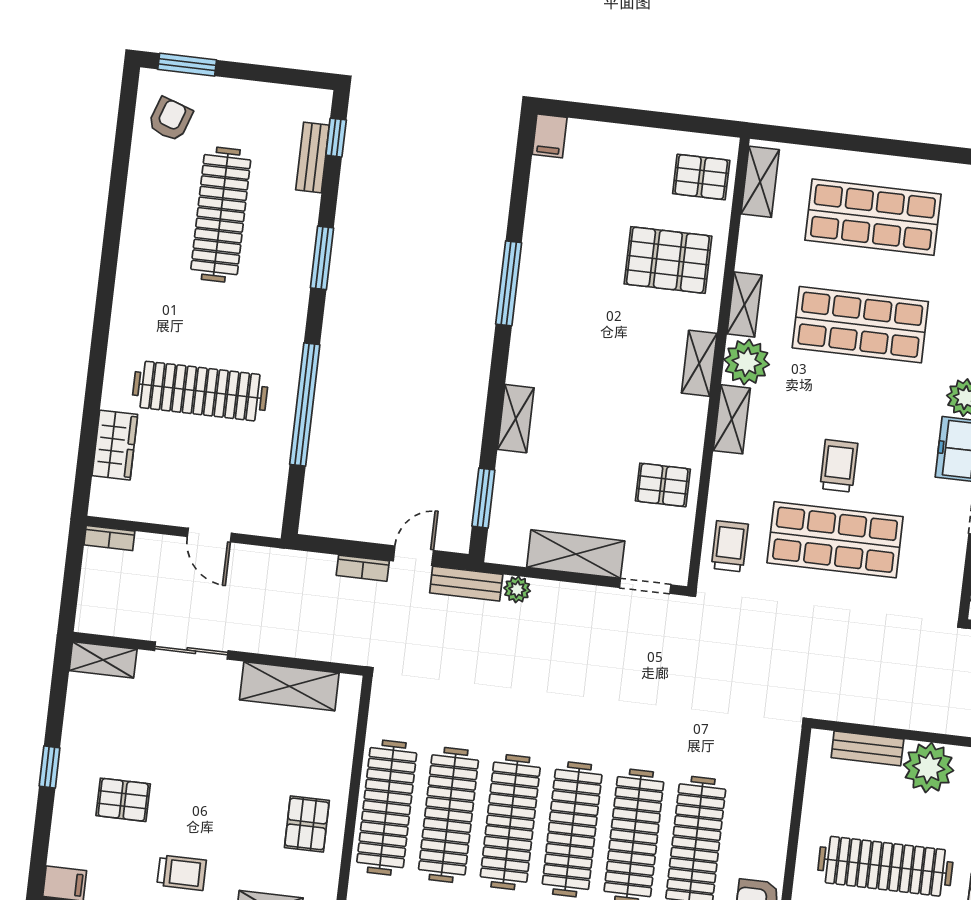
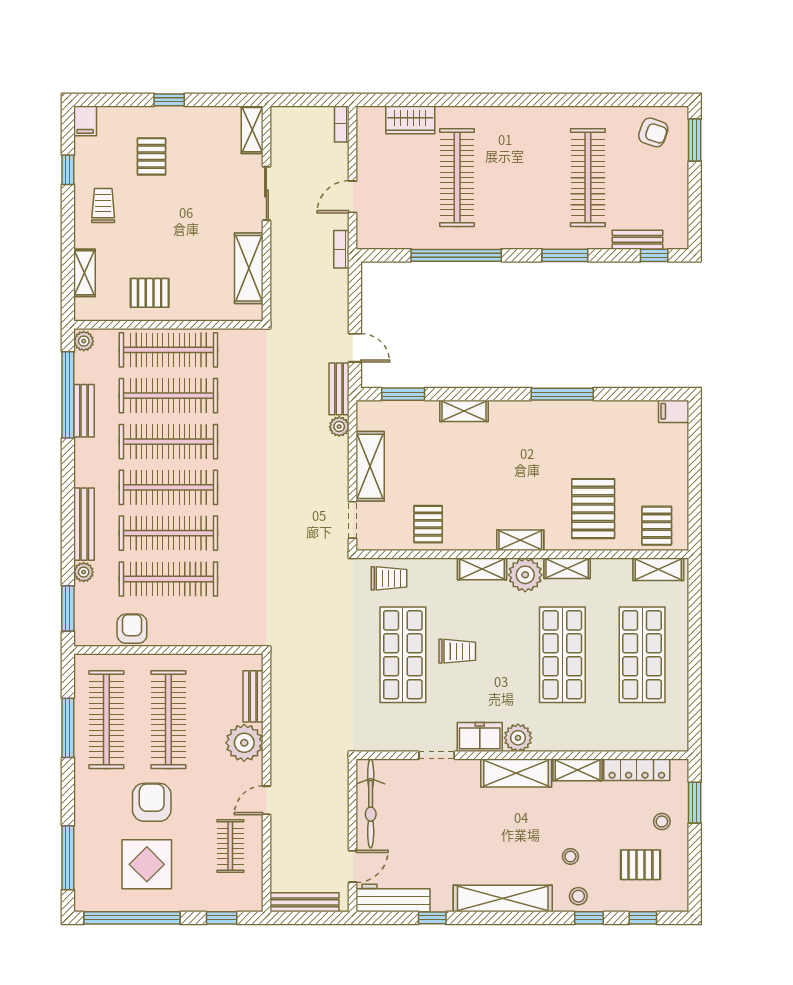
clothes rail: (221, 215) -> (588, 178), turned 90
bookcase: (363, 568) -> (341, 249), moved
trolley: (182, 873) -> (103, 205), turned 180

